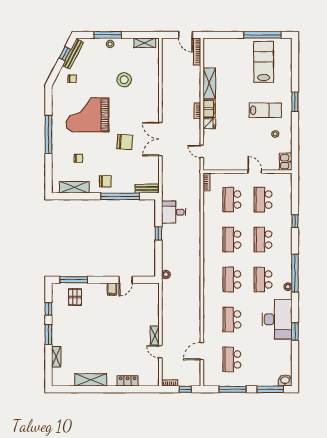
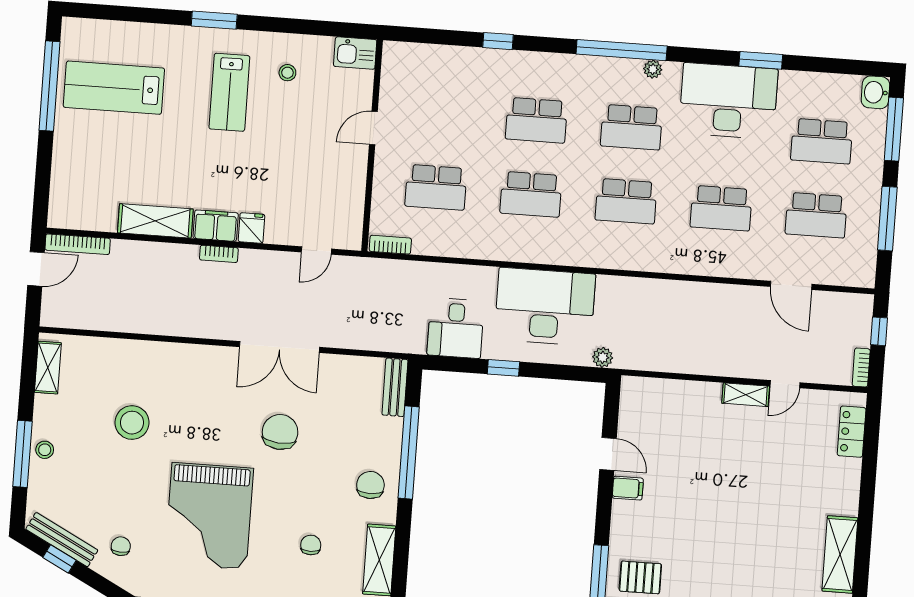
lab bench: (265, 110) -> (229, 92), turned 180
school desk: (263, 200) -> (822, 141), moved
desk: (185, 249) -> (545, 307), added
locker: (128, 381) -> (852, 432), moved

